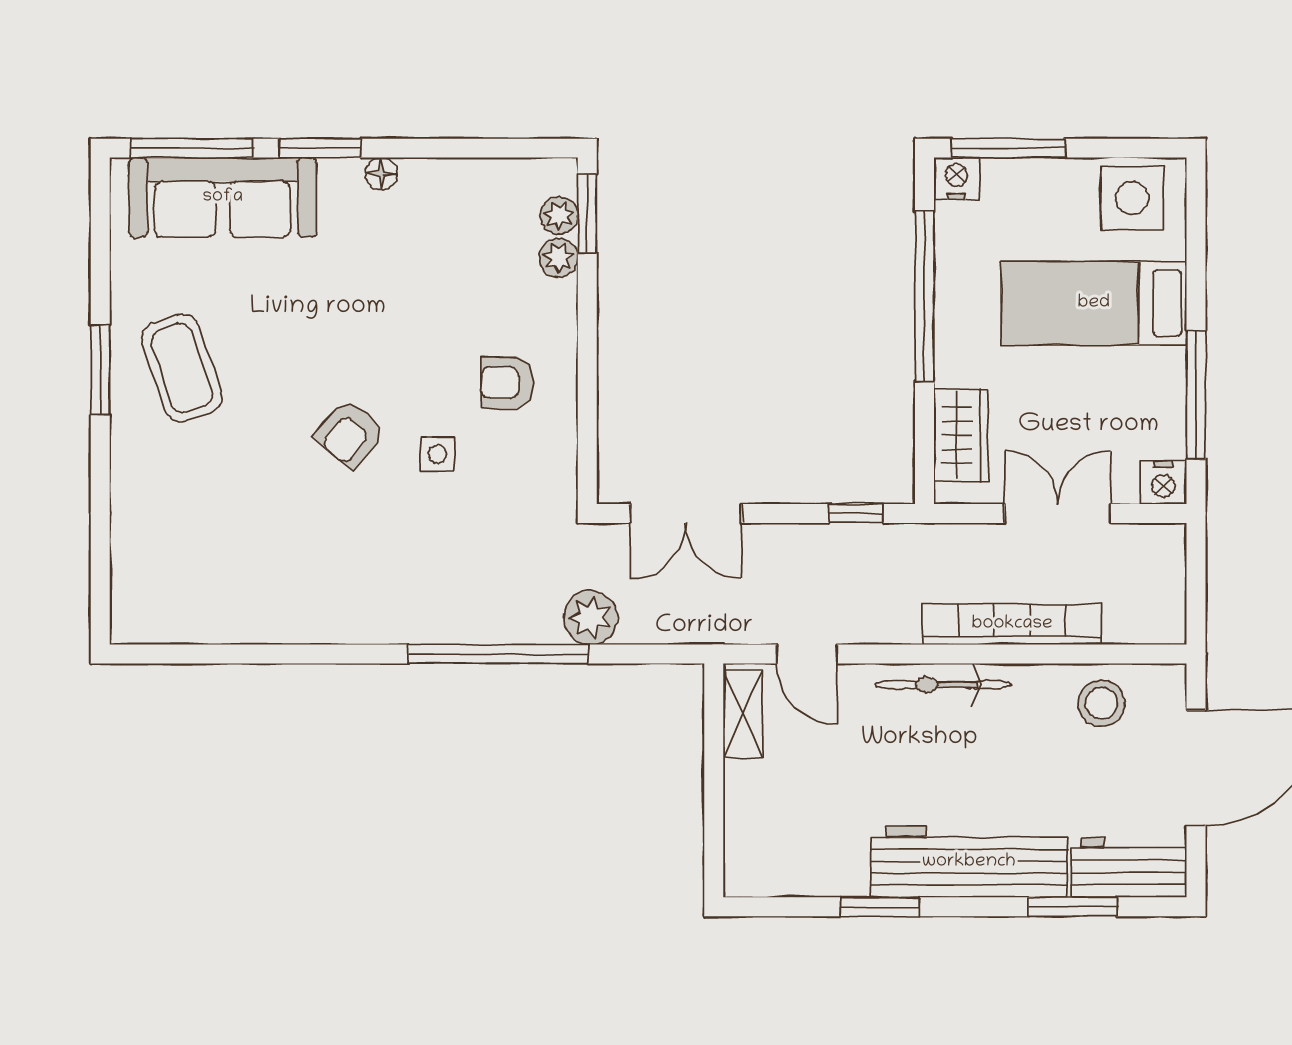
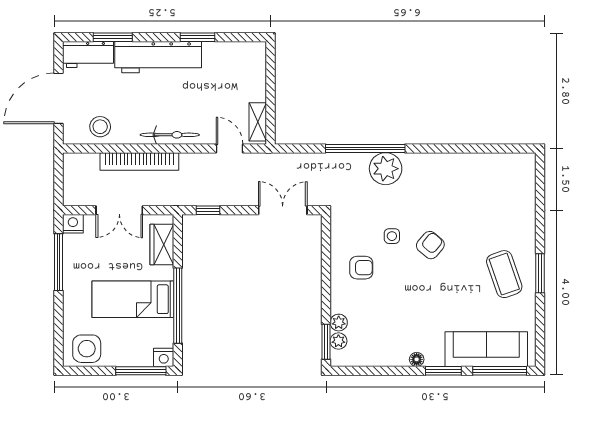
bed: (1094, 303) -> (133, 299), moved, turned 180
plant: (591, 618) -> (386, 169), moved, width x1.36, depth x1.36

